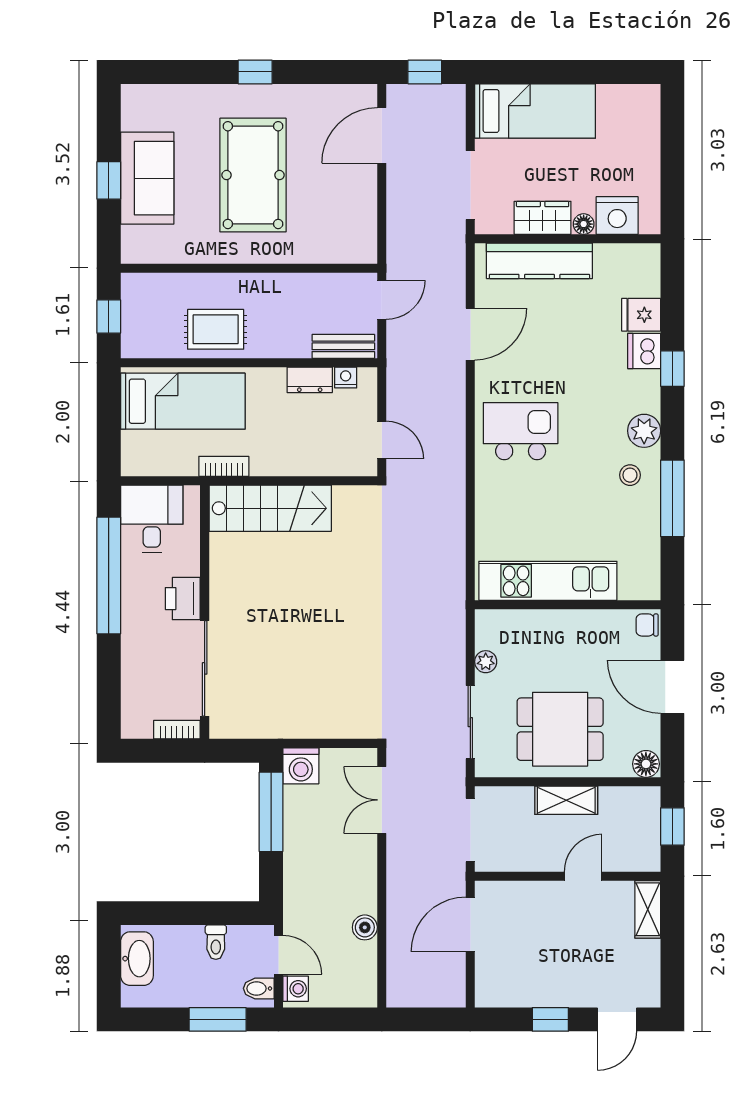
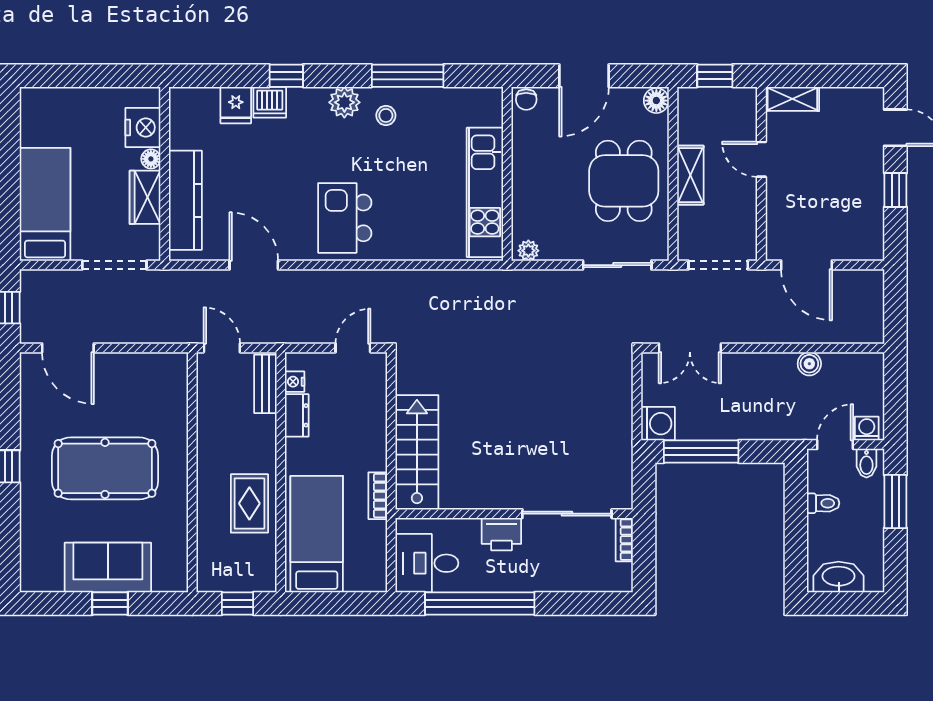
plant: (486, 662) -> (528, 251), moved

